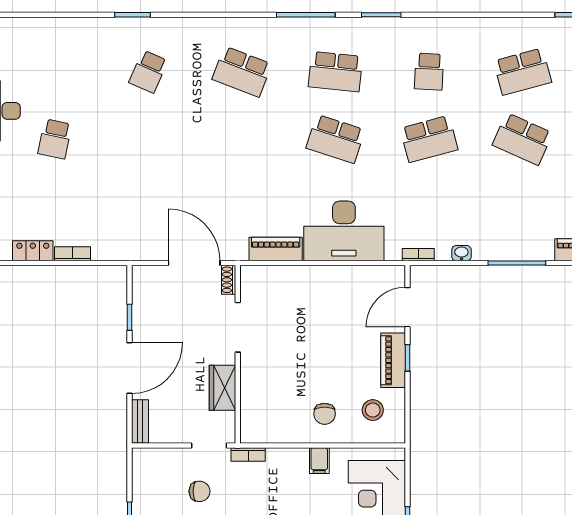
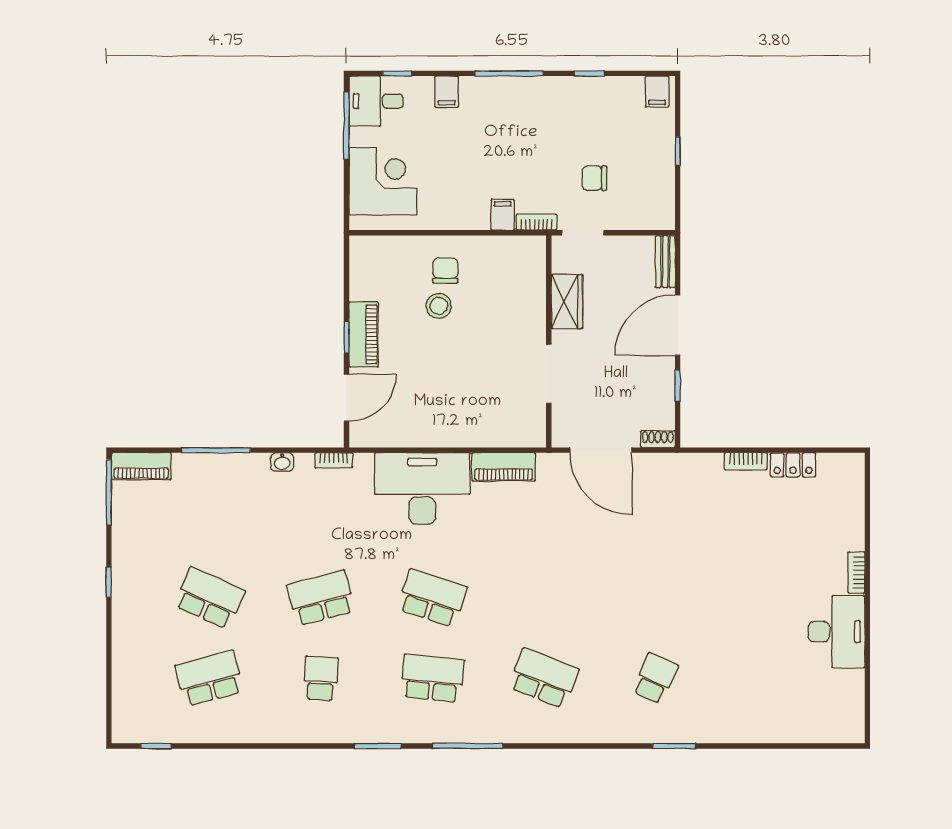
school desk: (55, 139) -> (767, 598), removed
shoe rack: (229, 280) -> (658, 439), moved, turned -90
stool: (373, 410) -> (439, 306), moved
filing cabinet: (319, 461) -> (503, 215), moved

